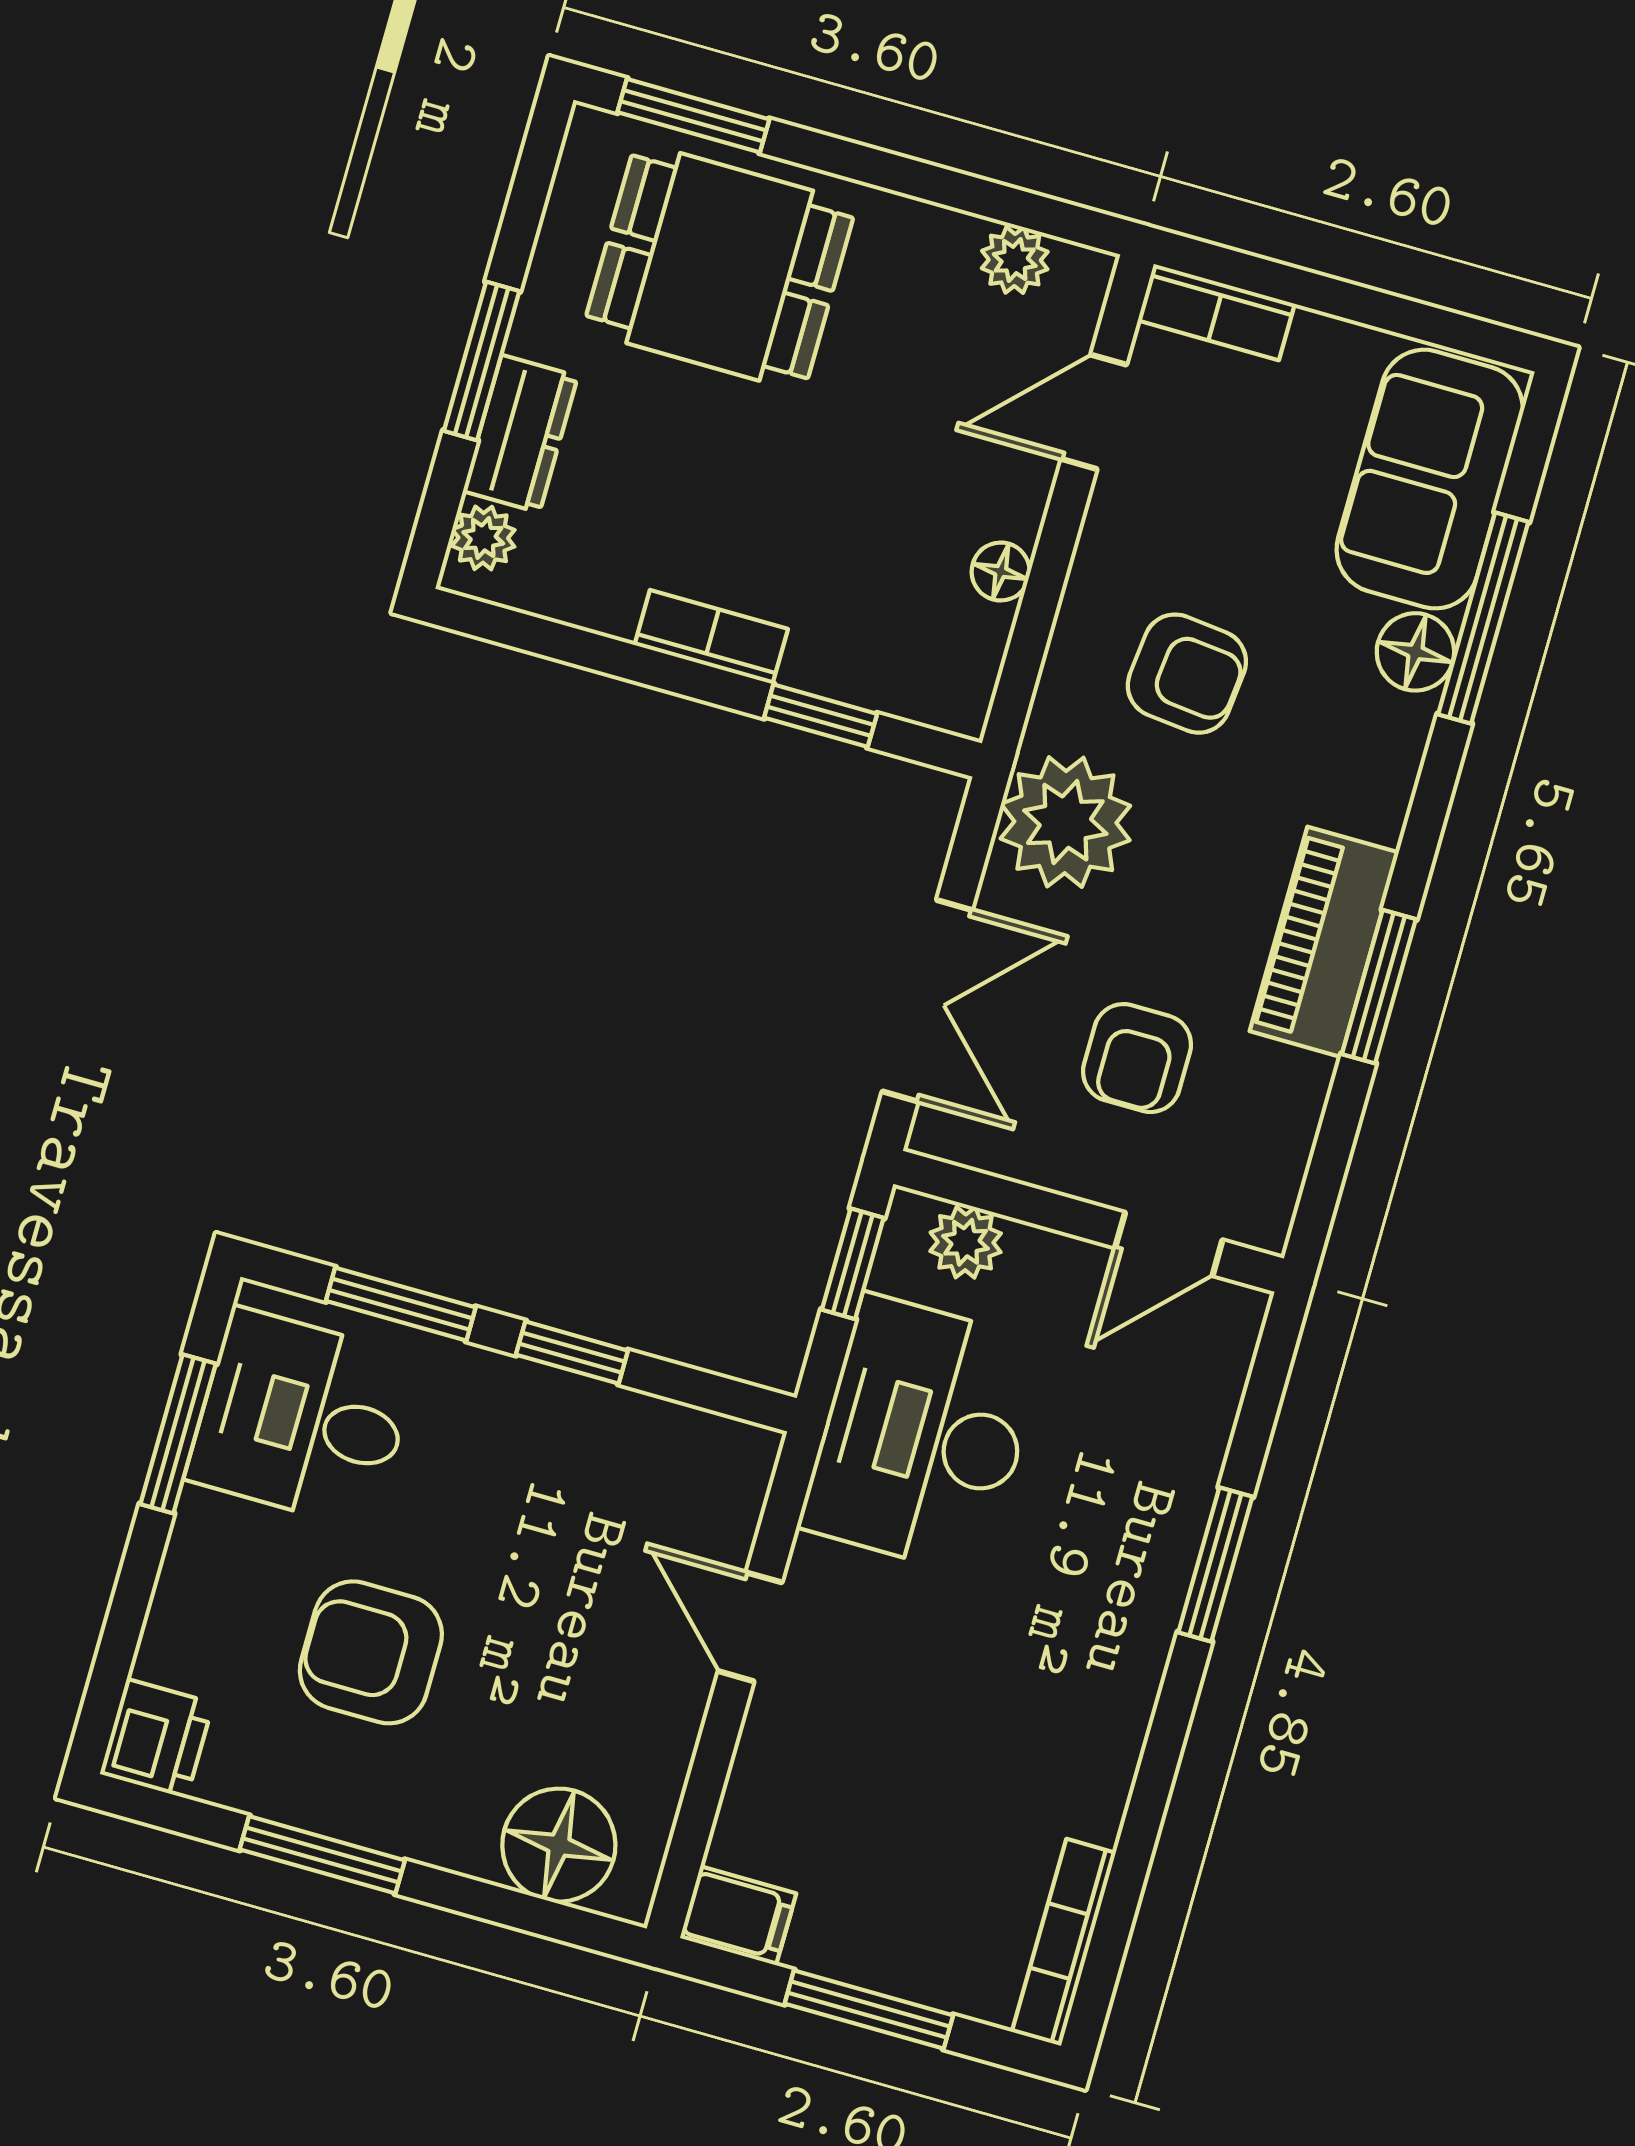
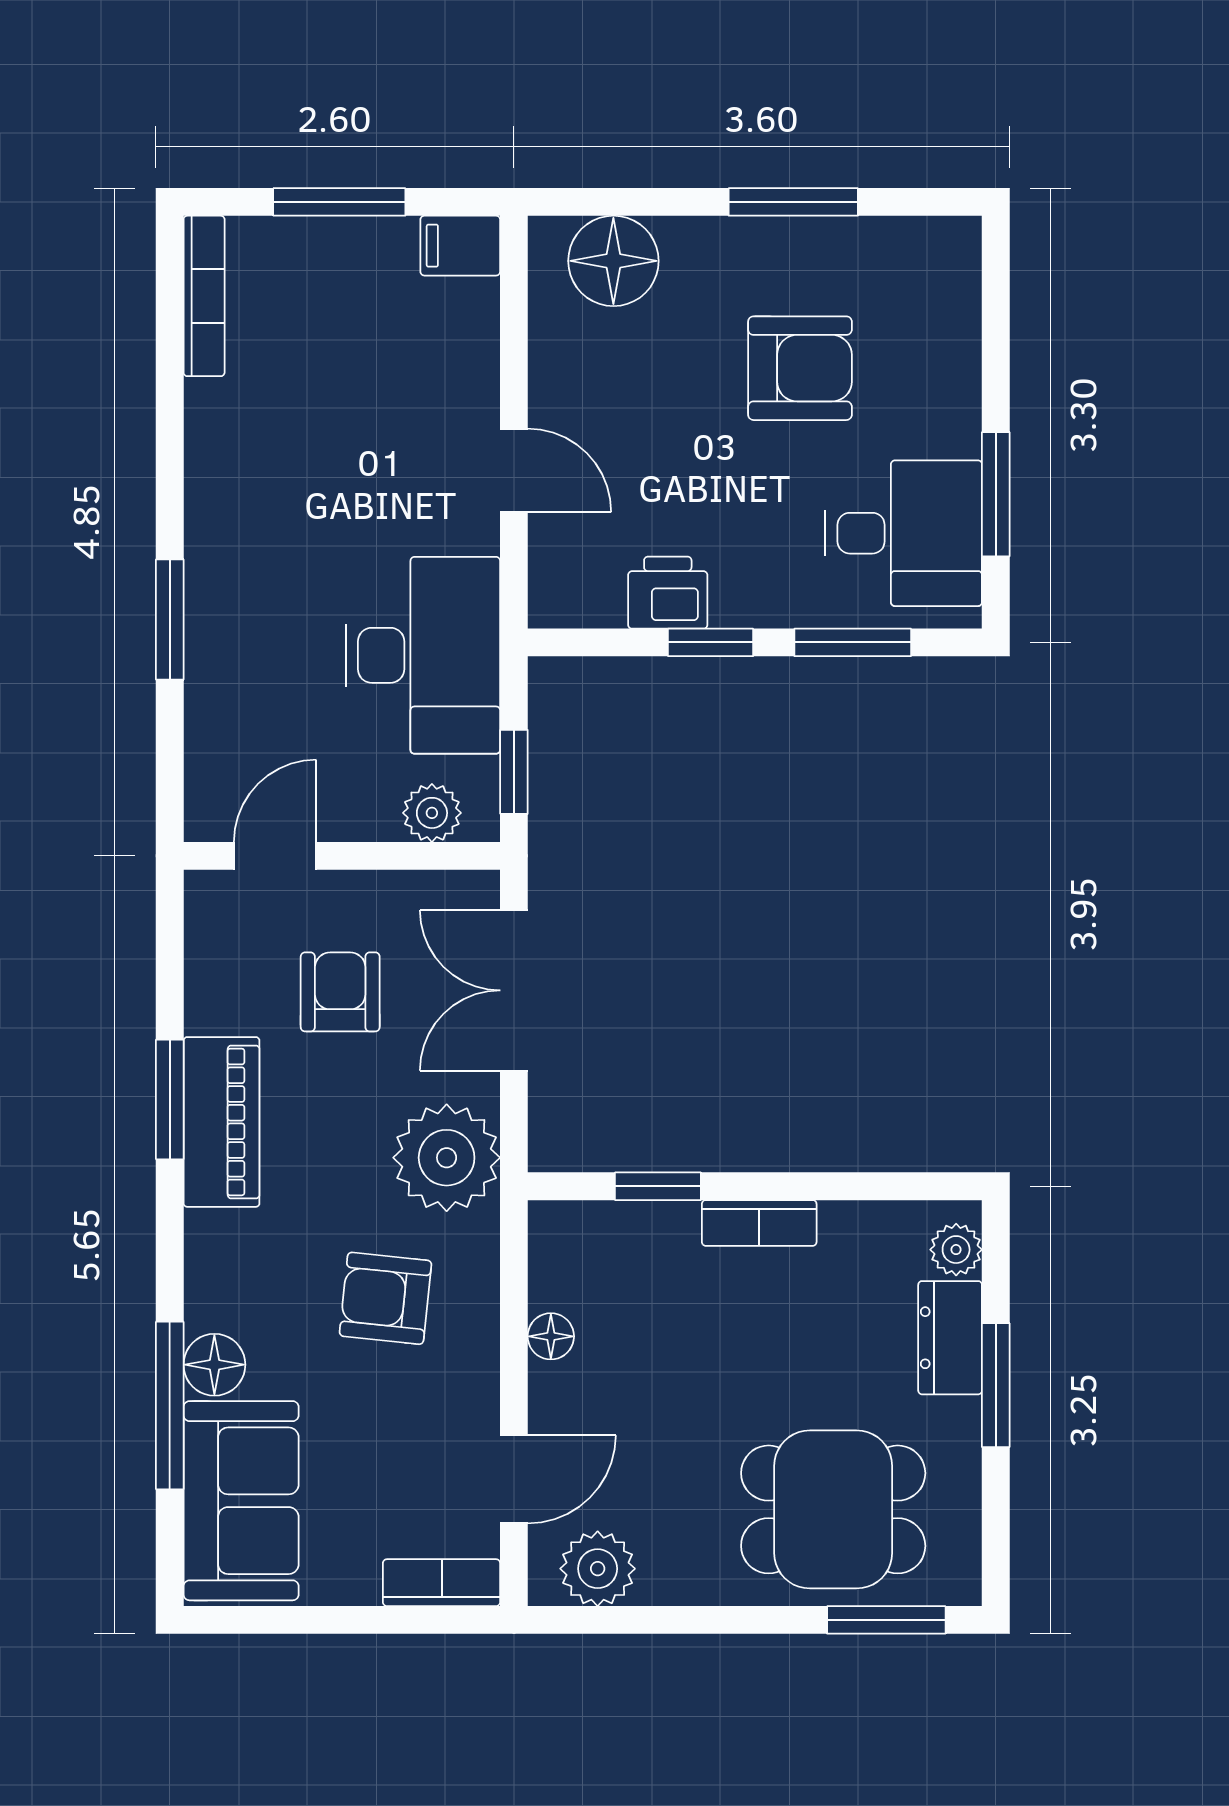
plant: (1015, 260) -> (598, 1569), width x1.38, depth x1.38
printer: (157, 1739) -> (668, 593), moved, turned 90

